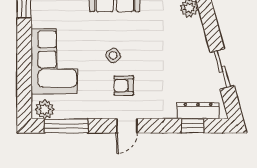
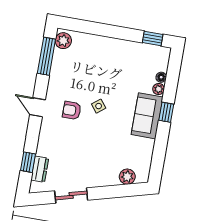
corner sofa: (54, 61) -> (102, 56), removed
armchair: (124, 86) -> (72, 110), turned -90
dresser: (198, 111) -> (40, 169), width x0.70

